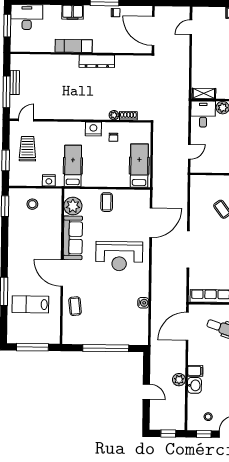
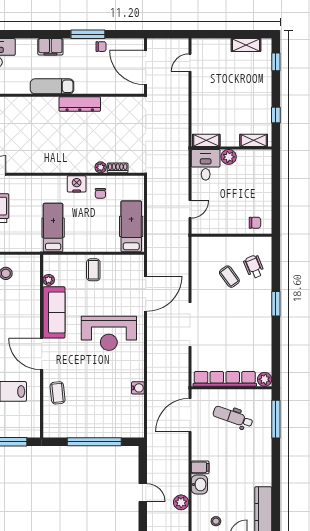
nightstand: (49, 180) -> (25, 245), removed
plant: (73, 206) -> (49, 280), width x0.53, depth x0.53
plant: (179, 380) -> (181, 502), moved

